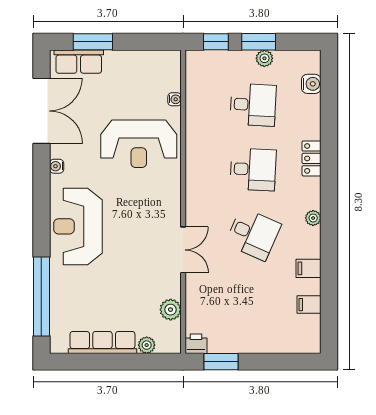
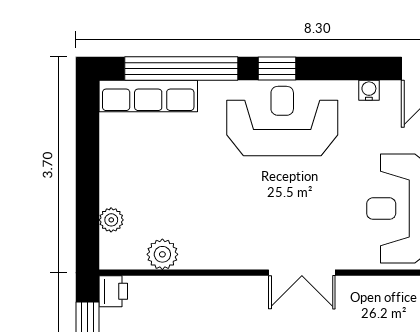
window: (41, 230) -> (277, 68), added
double door: (183, 250) -> (302, 273), moved
row of seats: (102, 342) -> (148, 96), moved, turned 90

